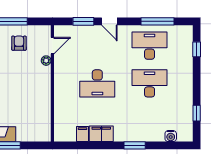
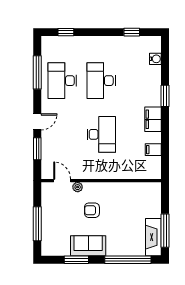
armchair: (19, 43) -> (92, 210), moved
filing cabinet: (101, 134) -> (153, 119), moved

